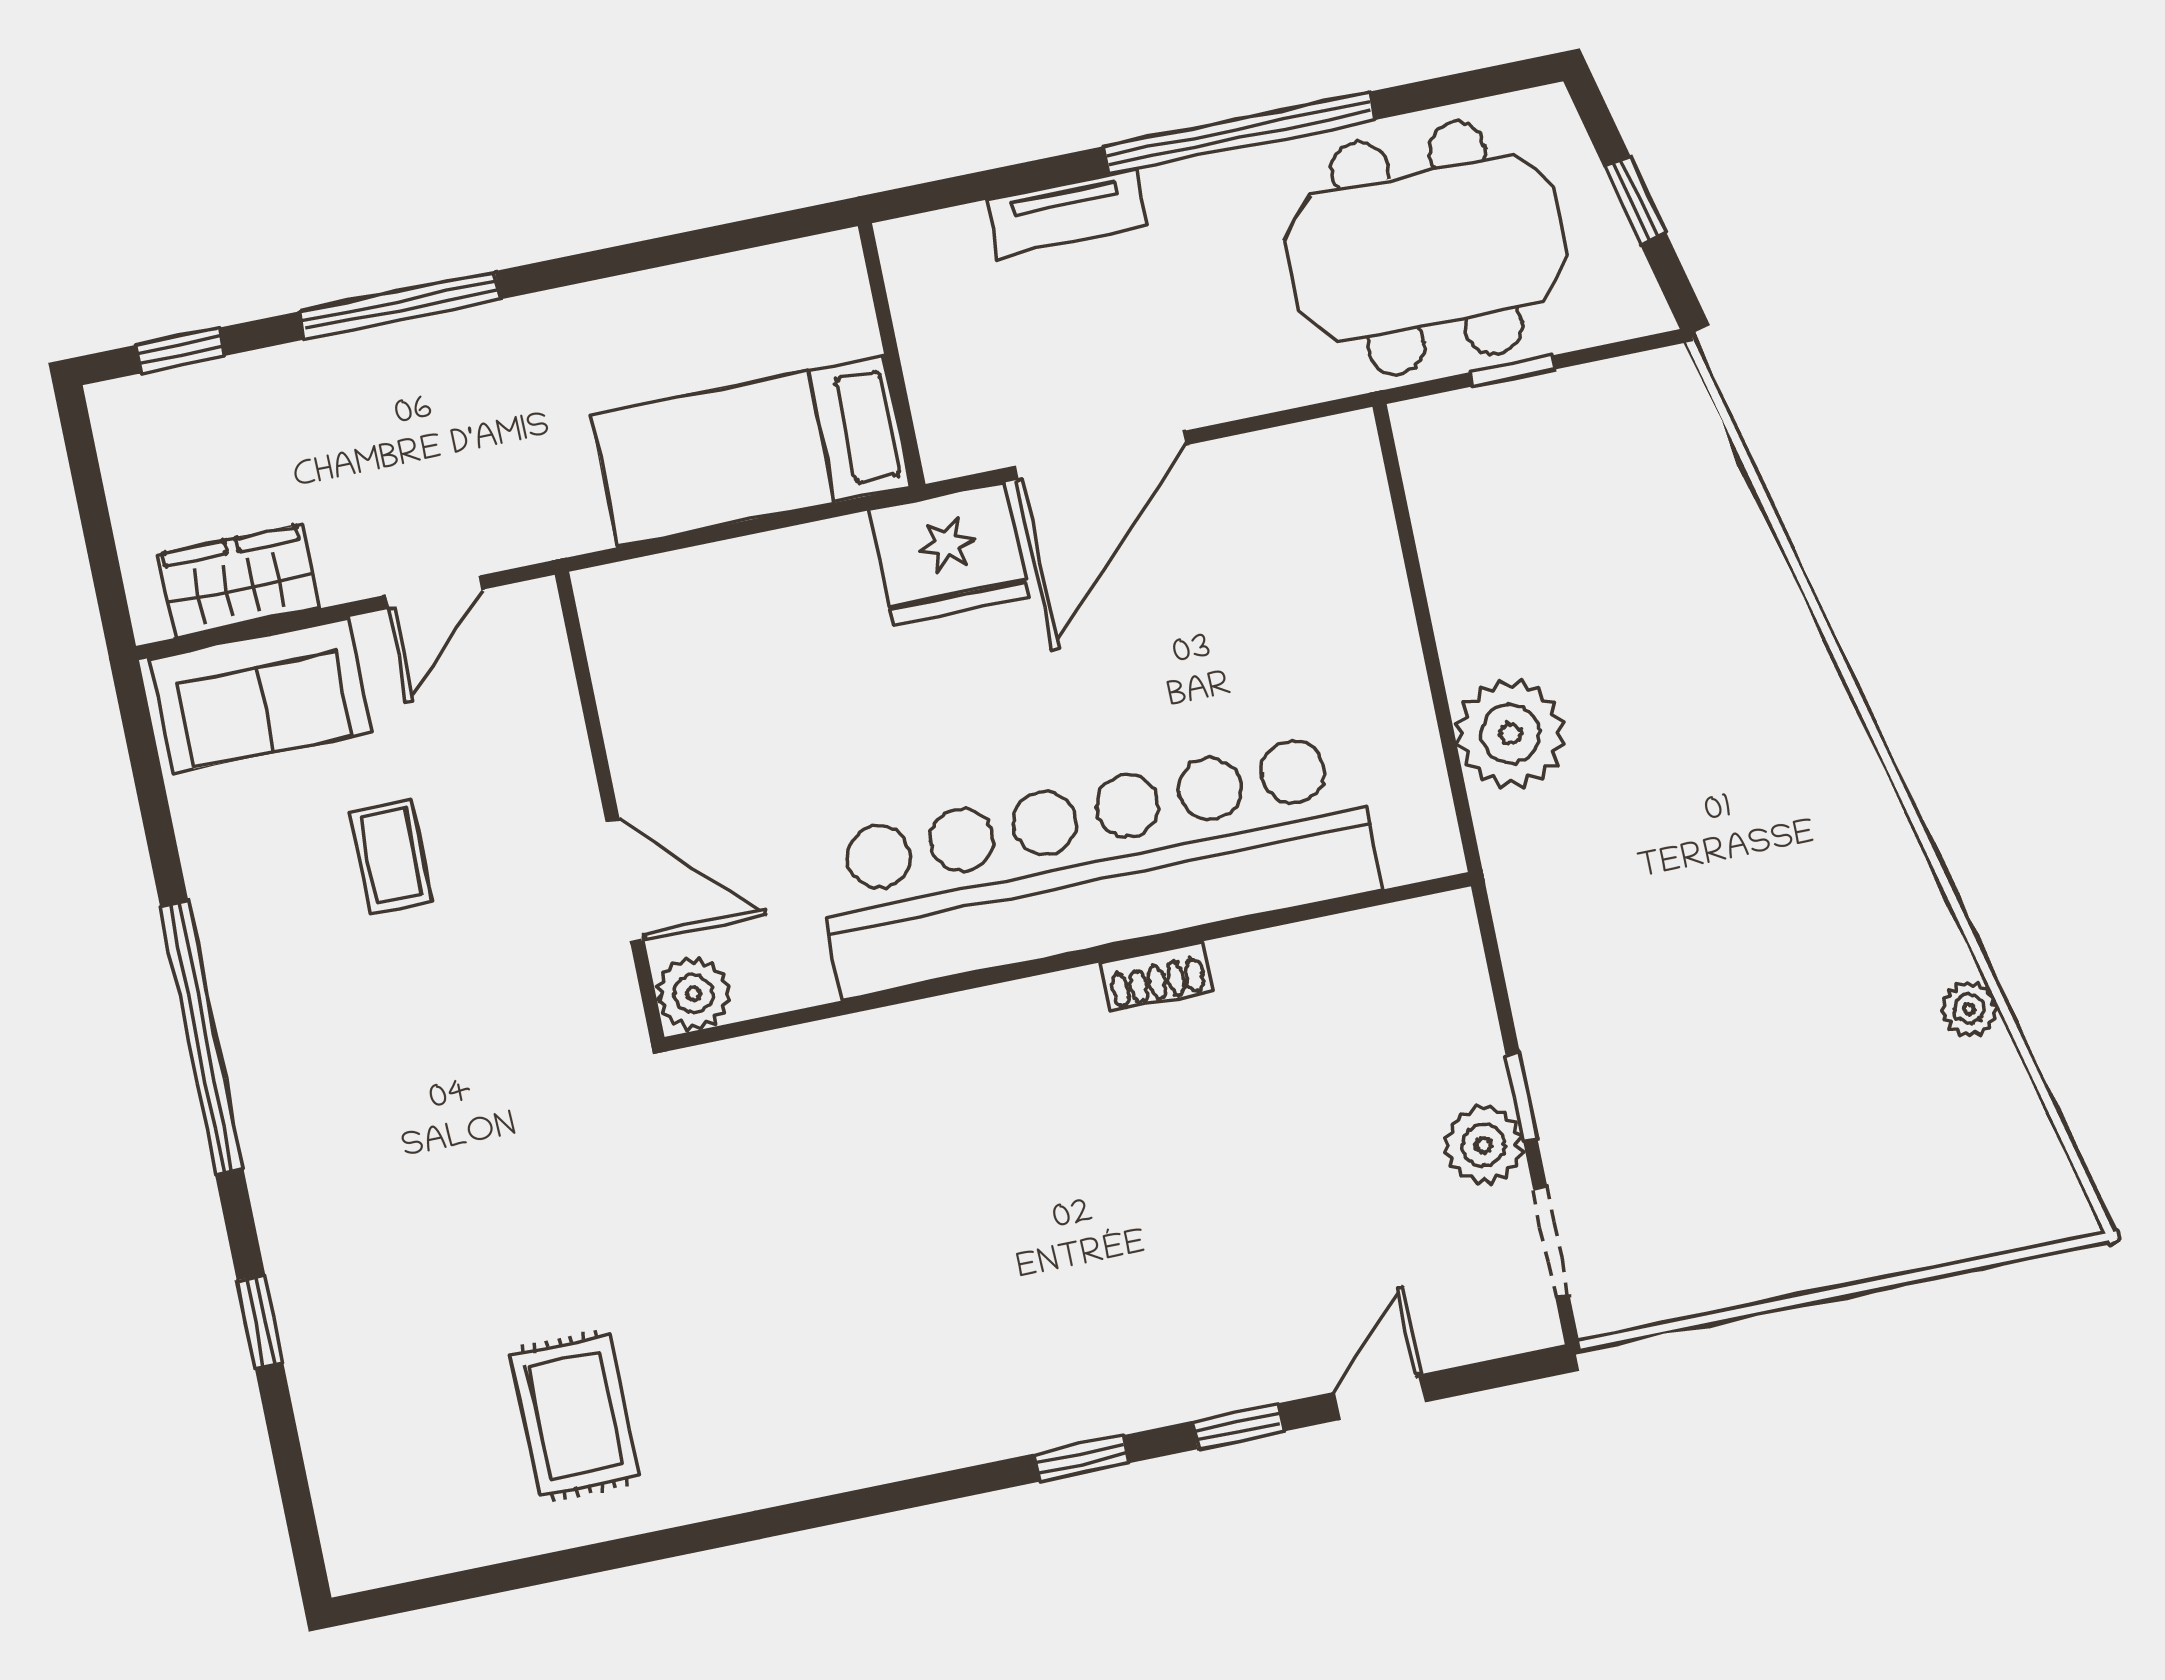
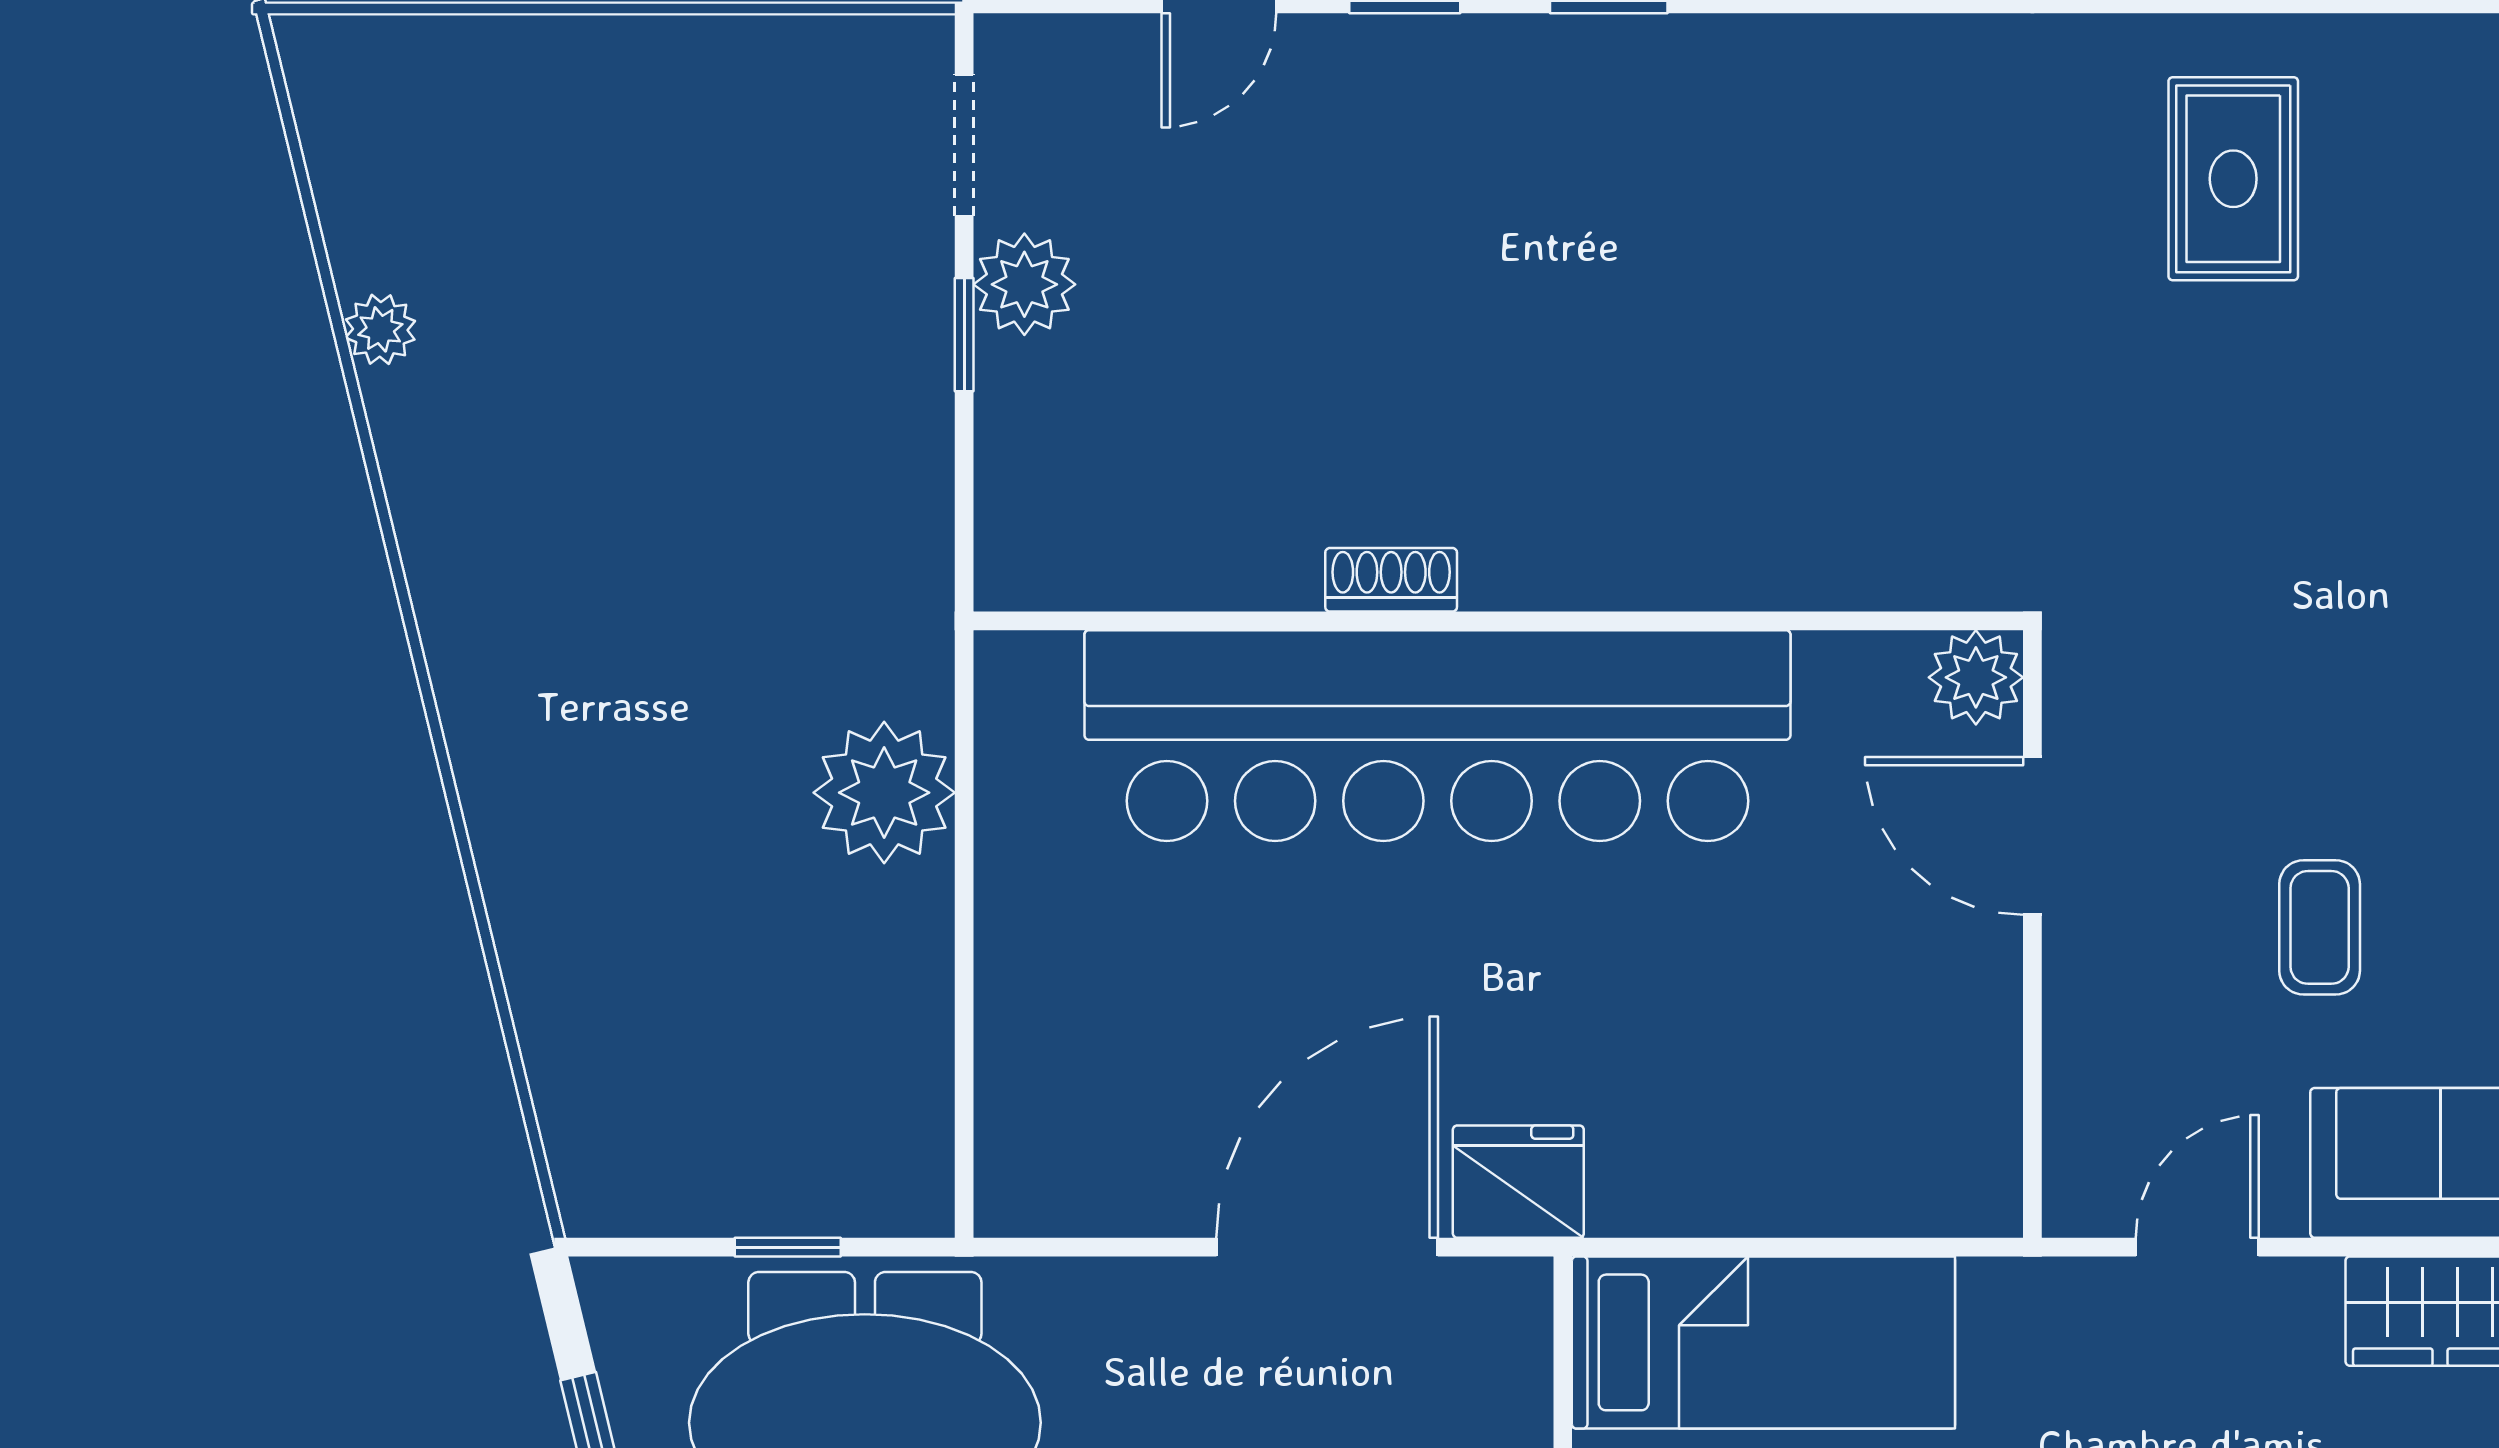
fridge: (949, 554) -> (1518, 1182), width x0.73, depth x0.75

